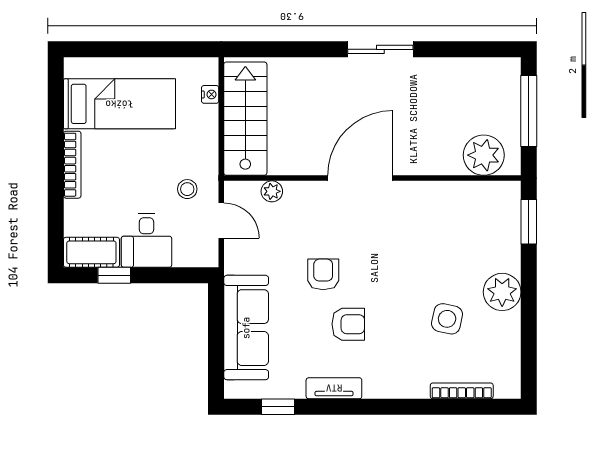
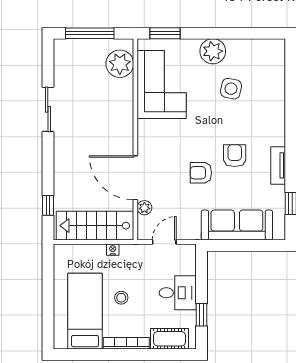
window: (275, 49) -> (48, 205), added
sliding door: (380, 49) -> (48, 109), moved
nightstand: (210, 94) -> (113, 250), moved
door: (360, 178) -> (135, 178), moved
stool: (187, 189) -> (121, 298), moved
corner sofa: (453, 217) -> (162, 85), added
cot: (91, 252) -> (169, 339), moved, turned 90
bookcase: (462, 391) -> (280, 79), removed

